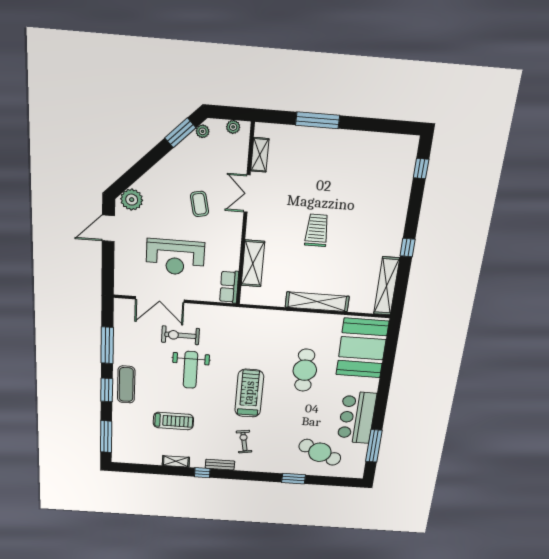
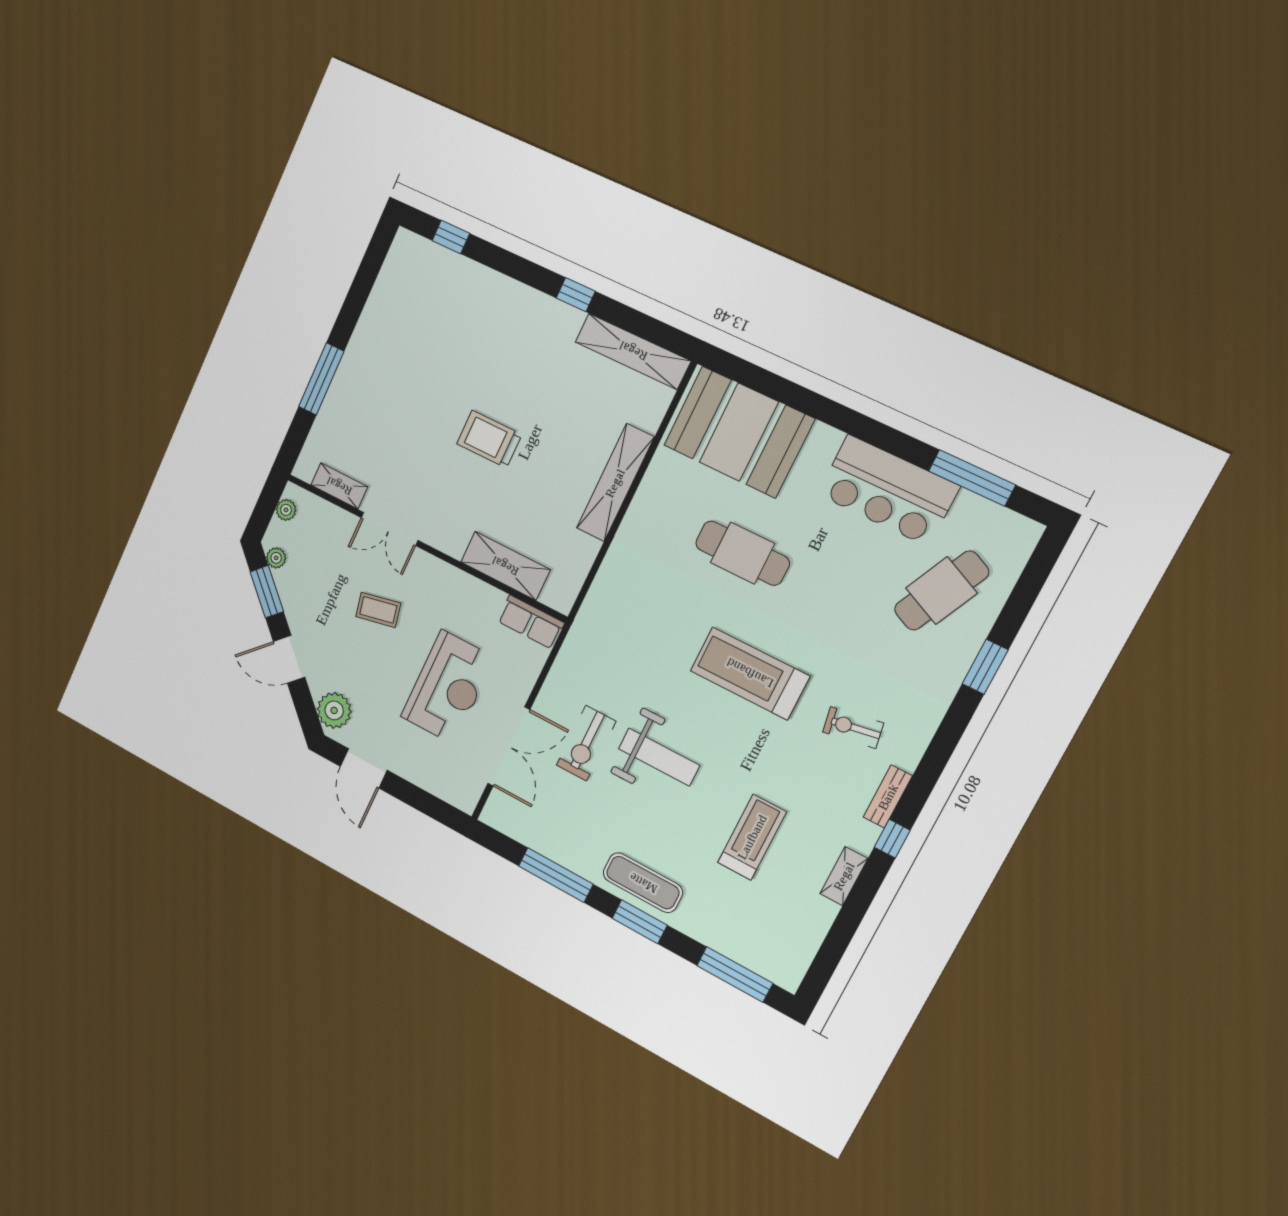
door: (147, 162) -> (289, 659), added

